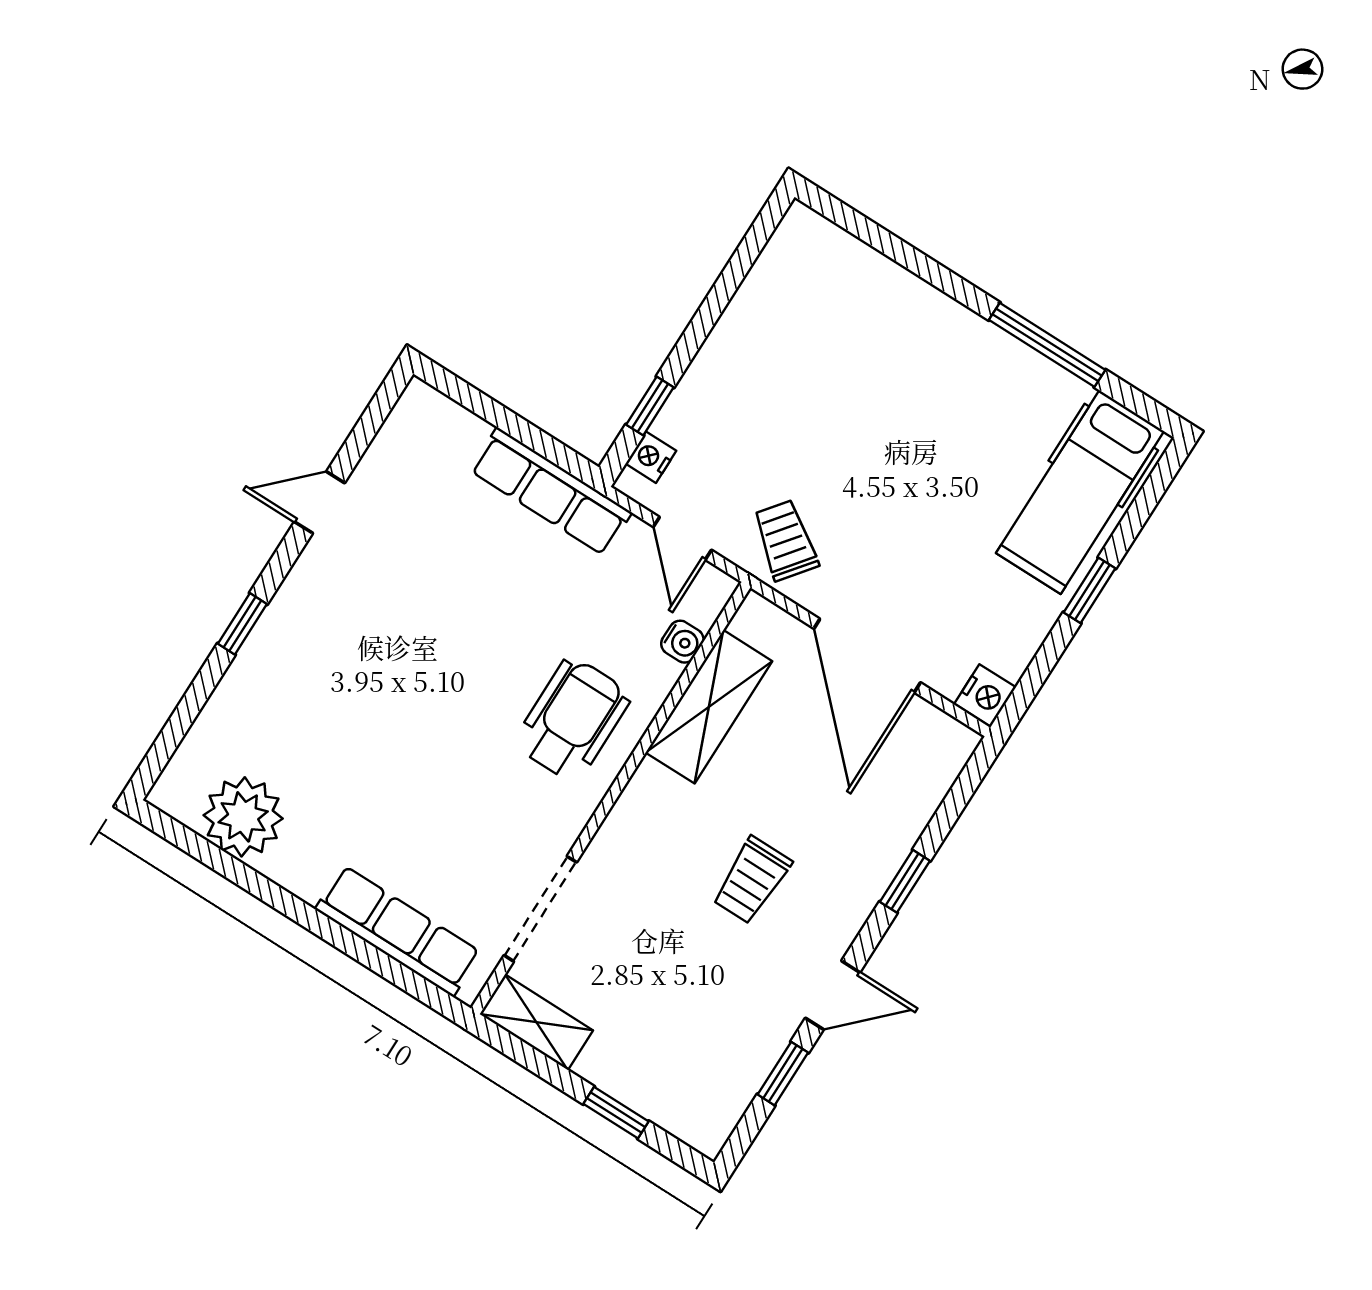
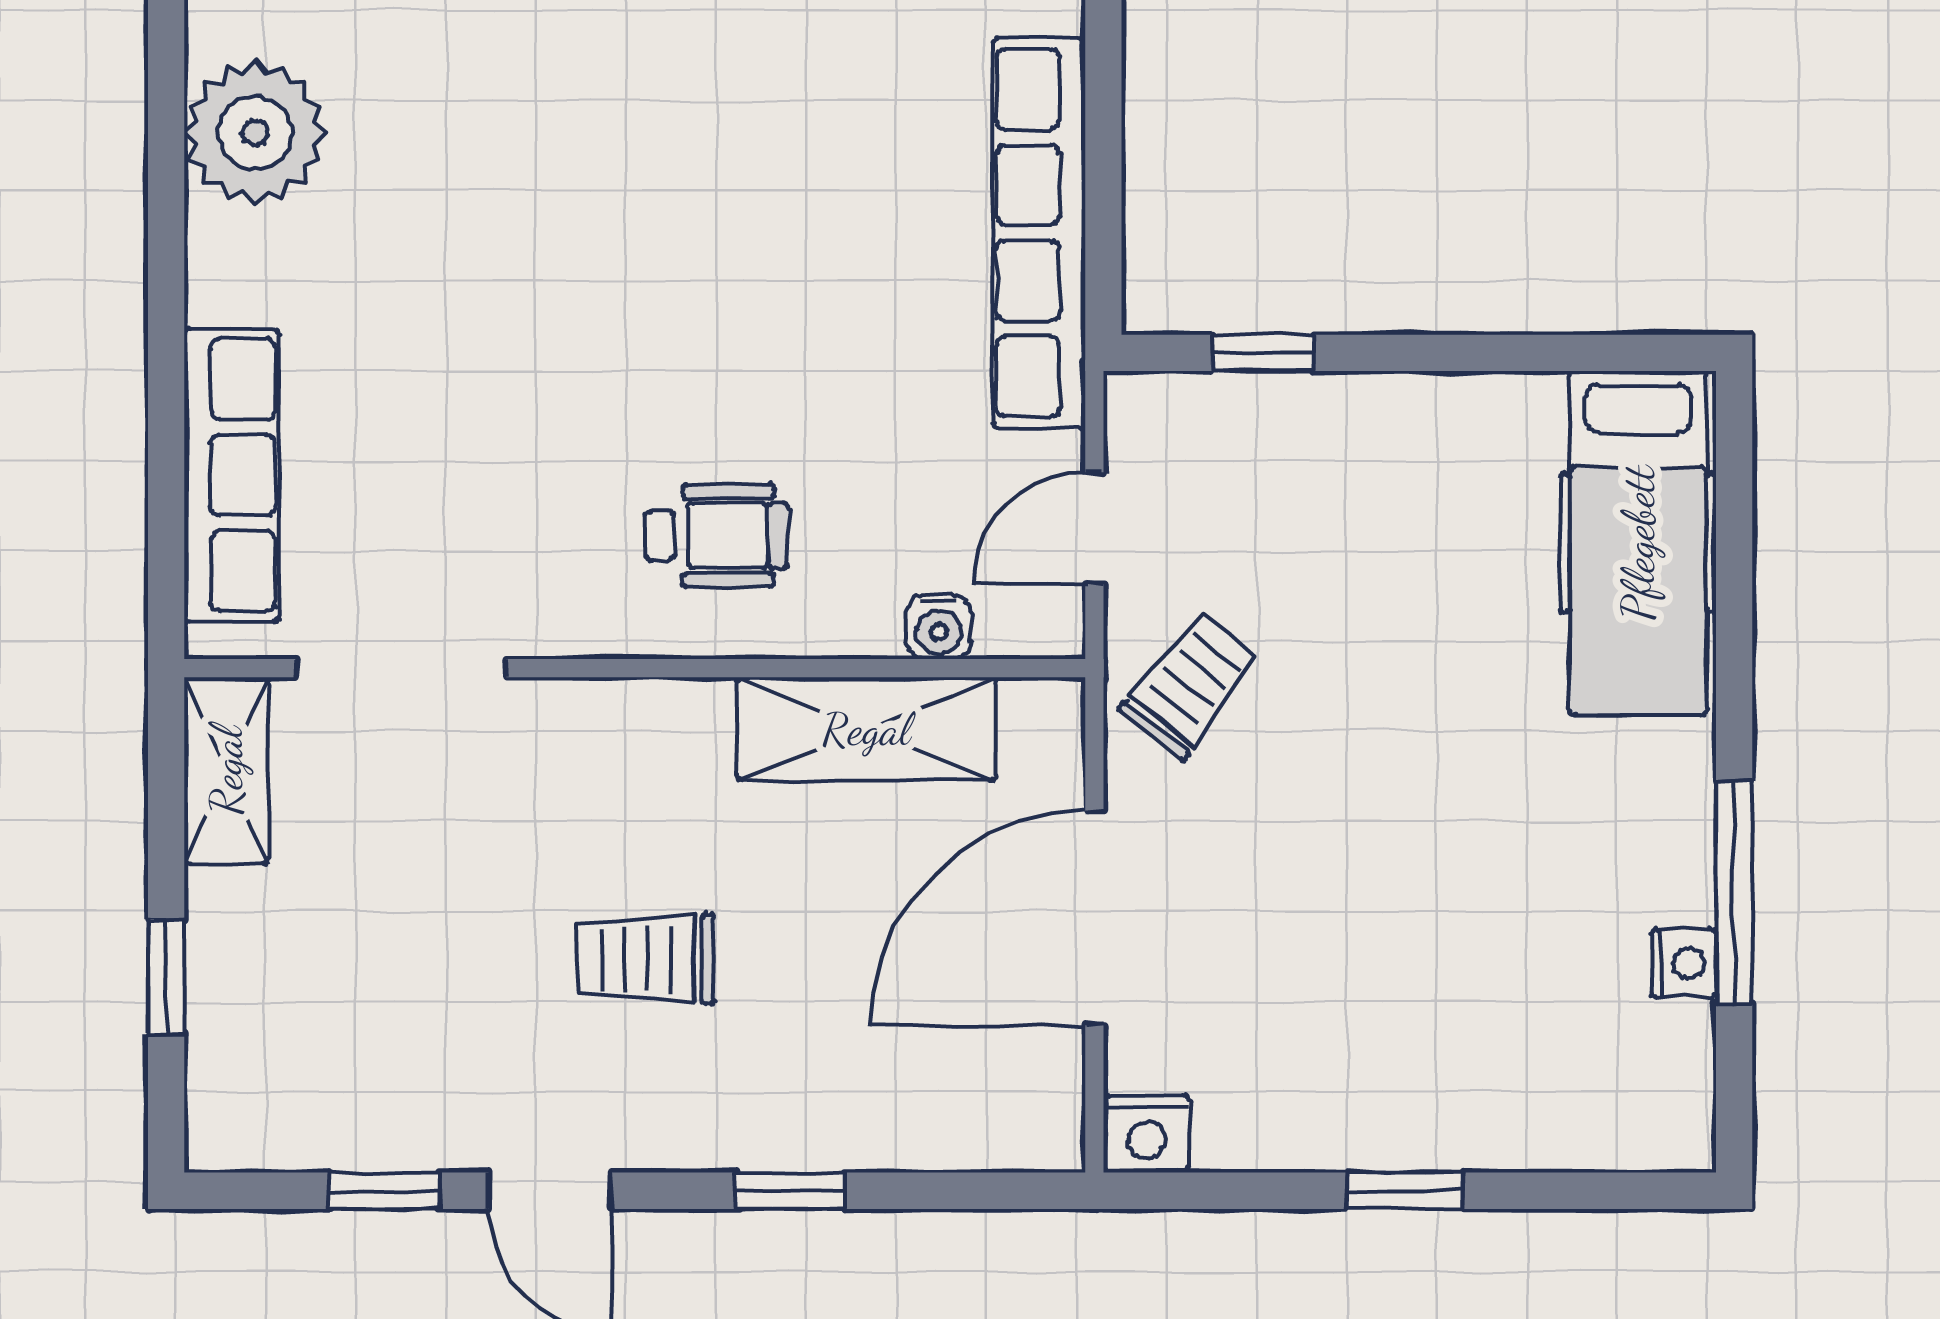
nightstand: (651, 457) -> (1684, 963), moved, turned 90
row of seats: (551, 491) -> (1039, 233), width x1.36
hospital bed: (1080, 492) -> (1638, 543), moved, turned -90
wheelchair: (573, 719) -> (717, 536), width x0.73, depth x0.73

